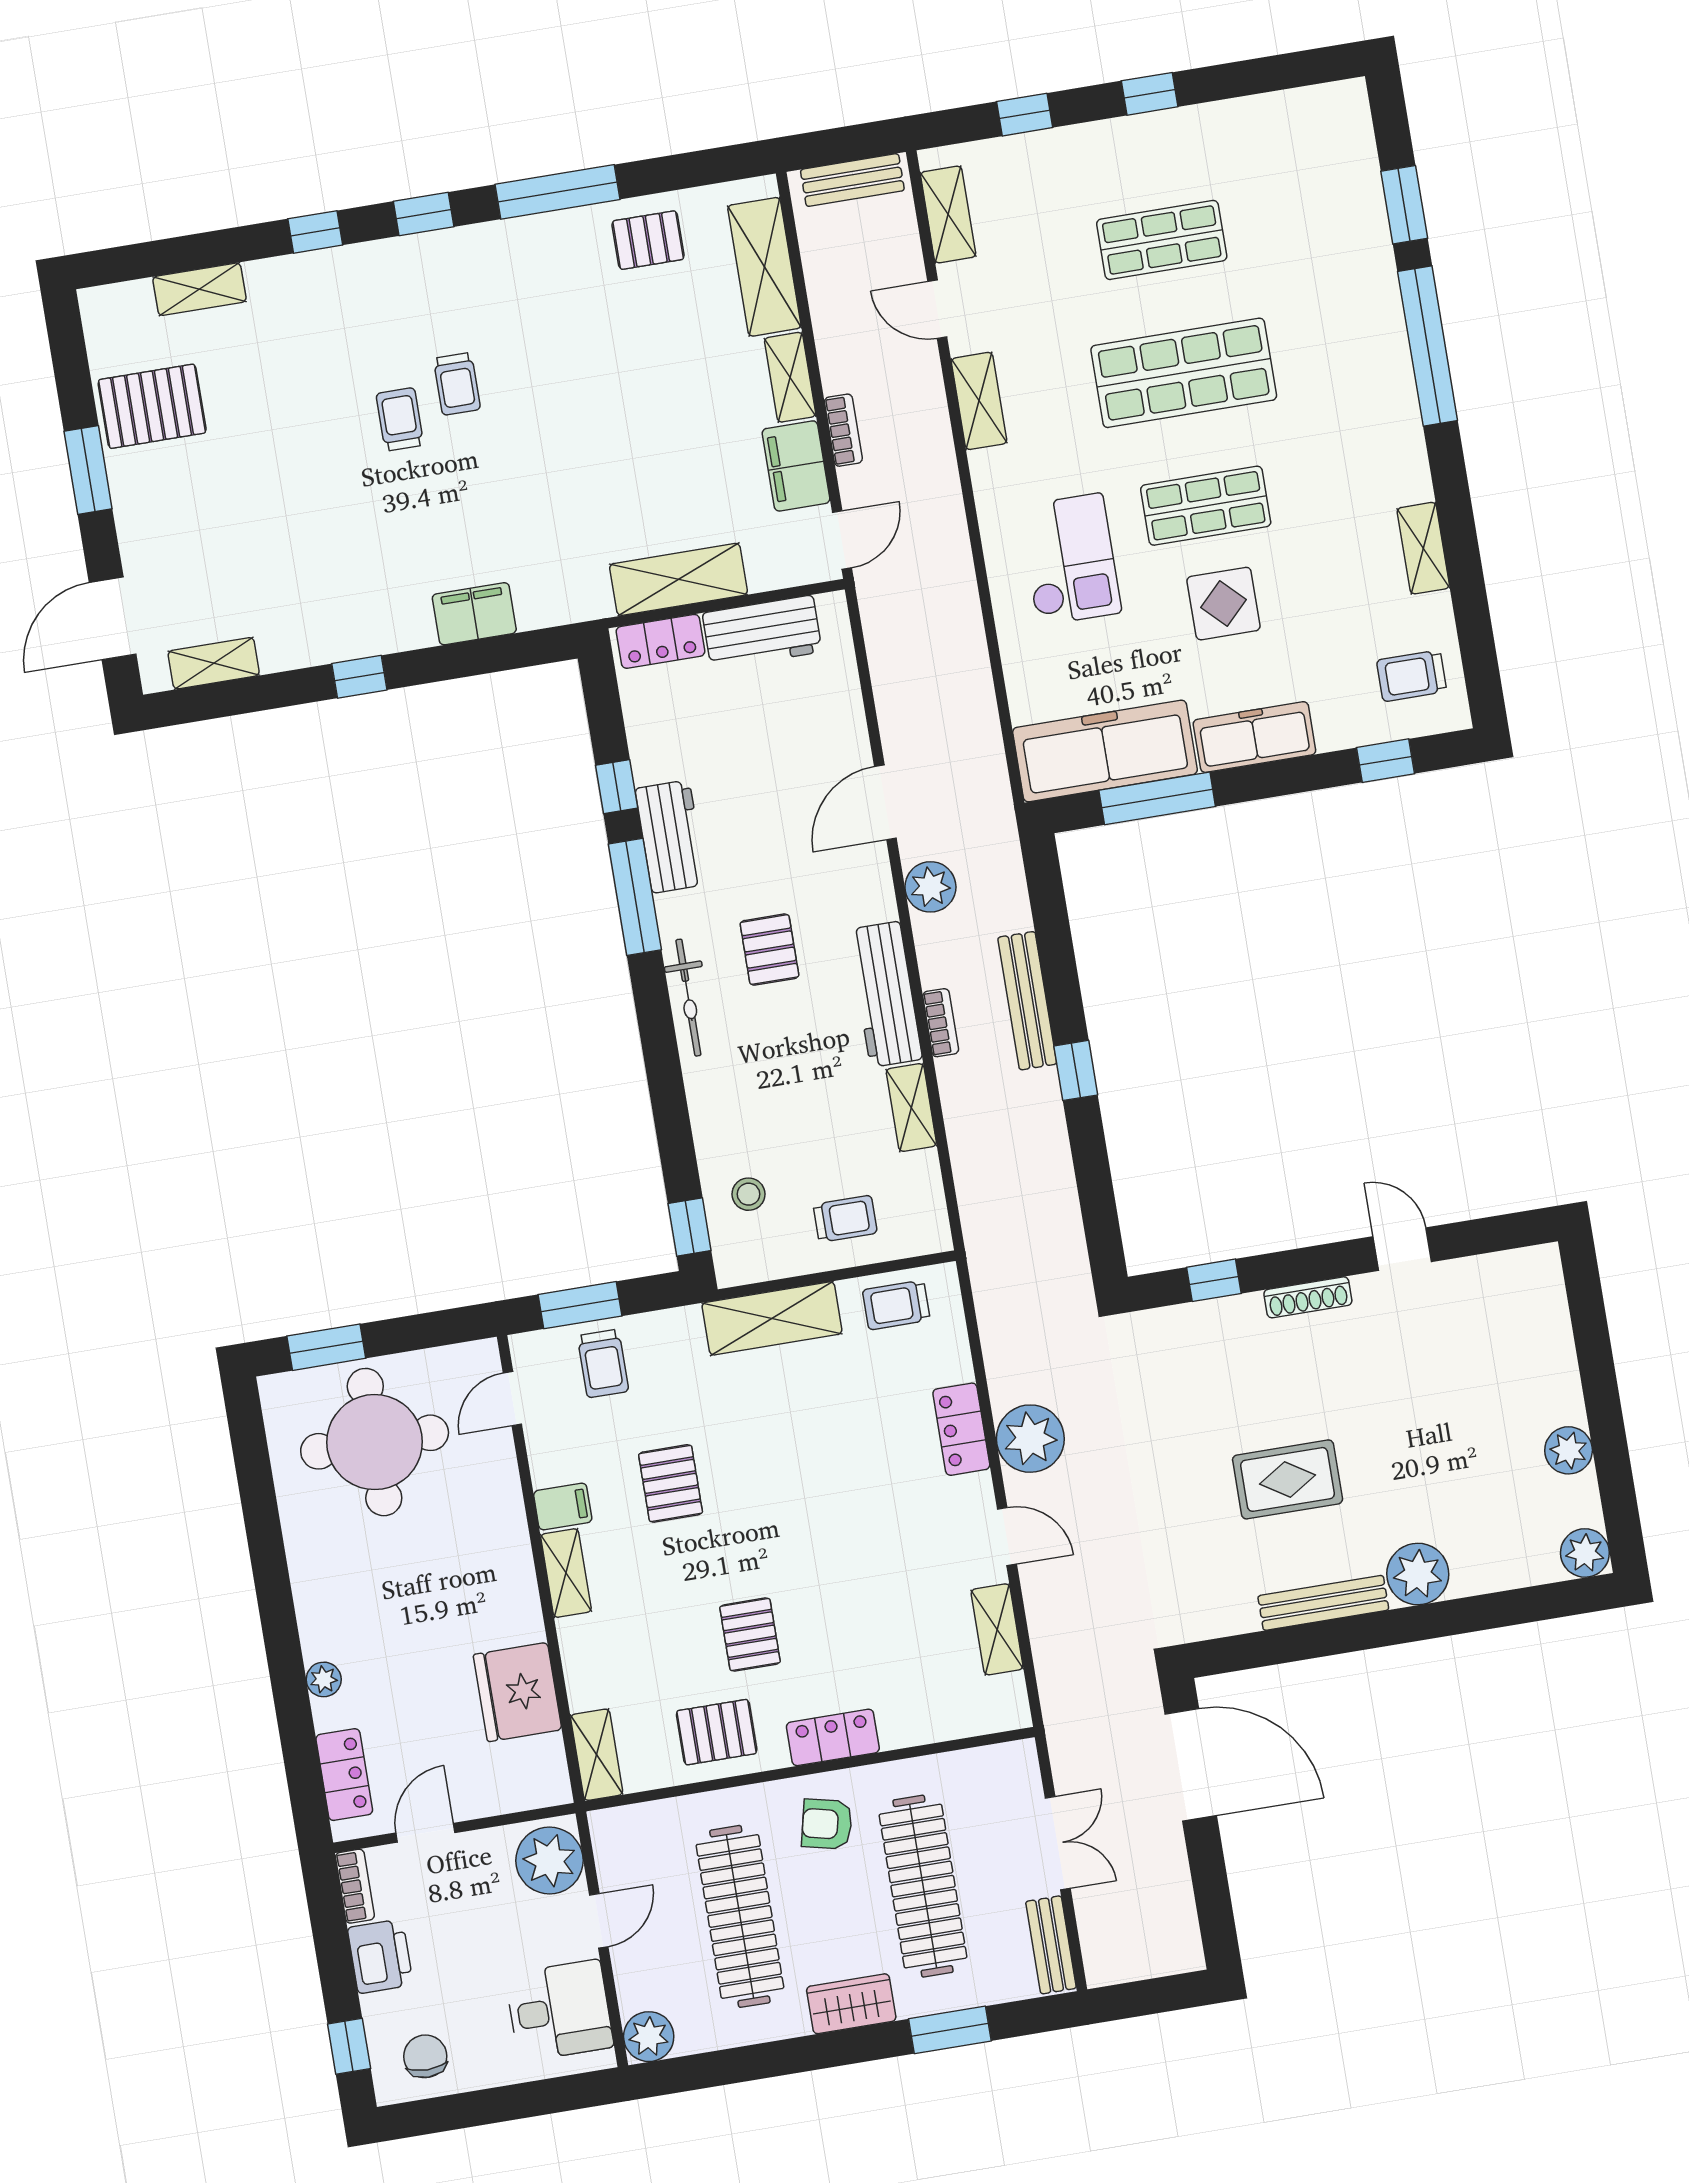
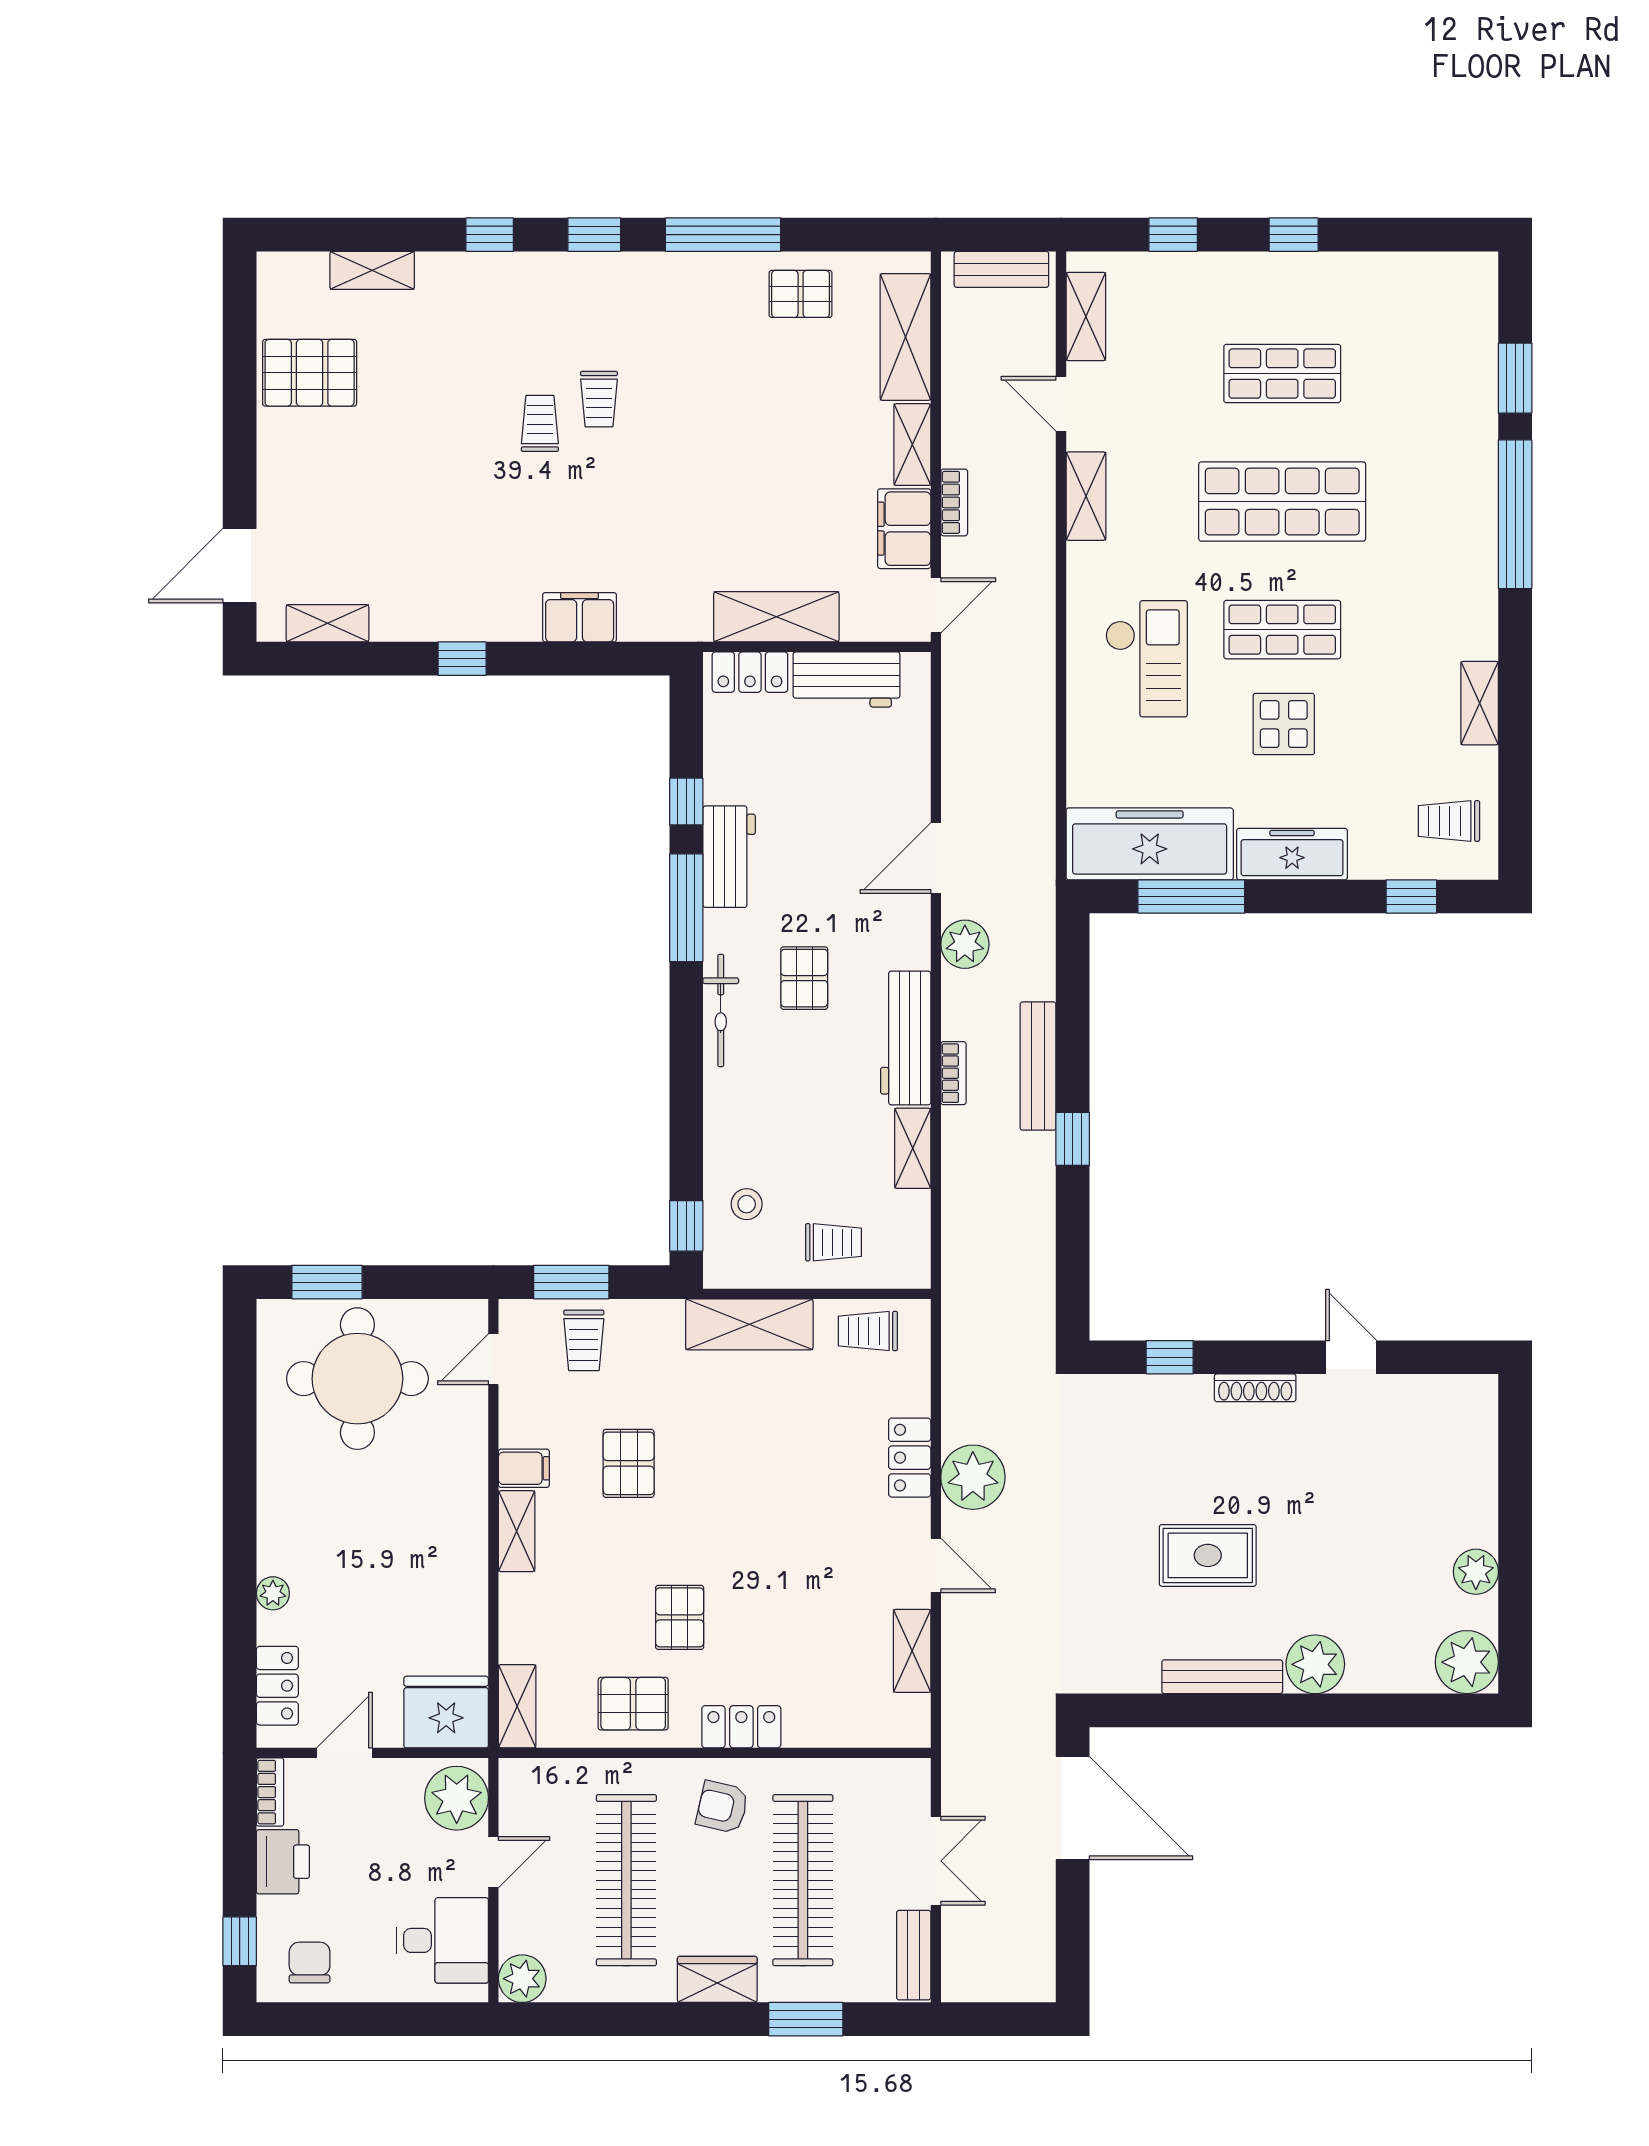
window: (88, 470) -> (240, 422), removed
plant: (1585, 1553) -> (1467, 1662), width x1.36, depth x1.36
fridge: (517, 1692) -> (446, 1712), moved, turned 90

